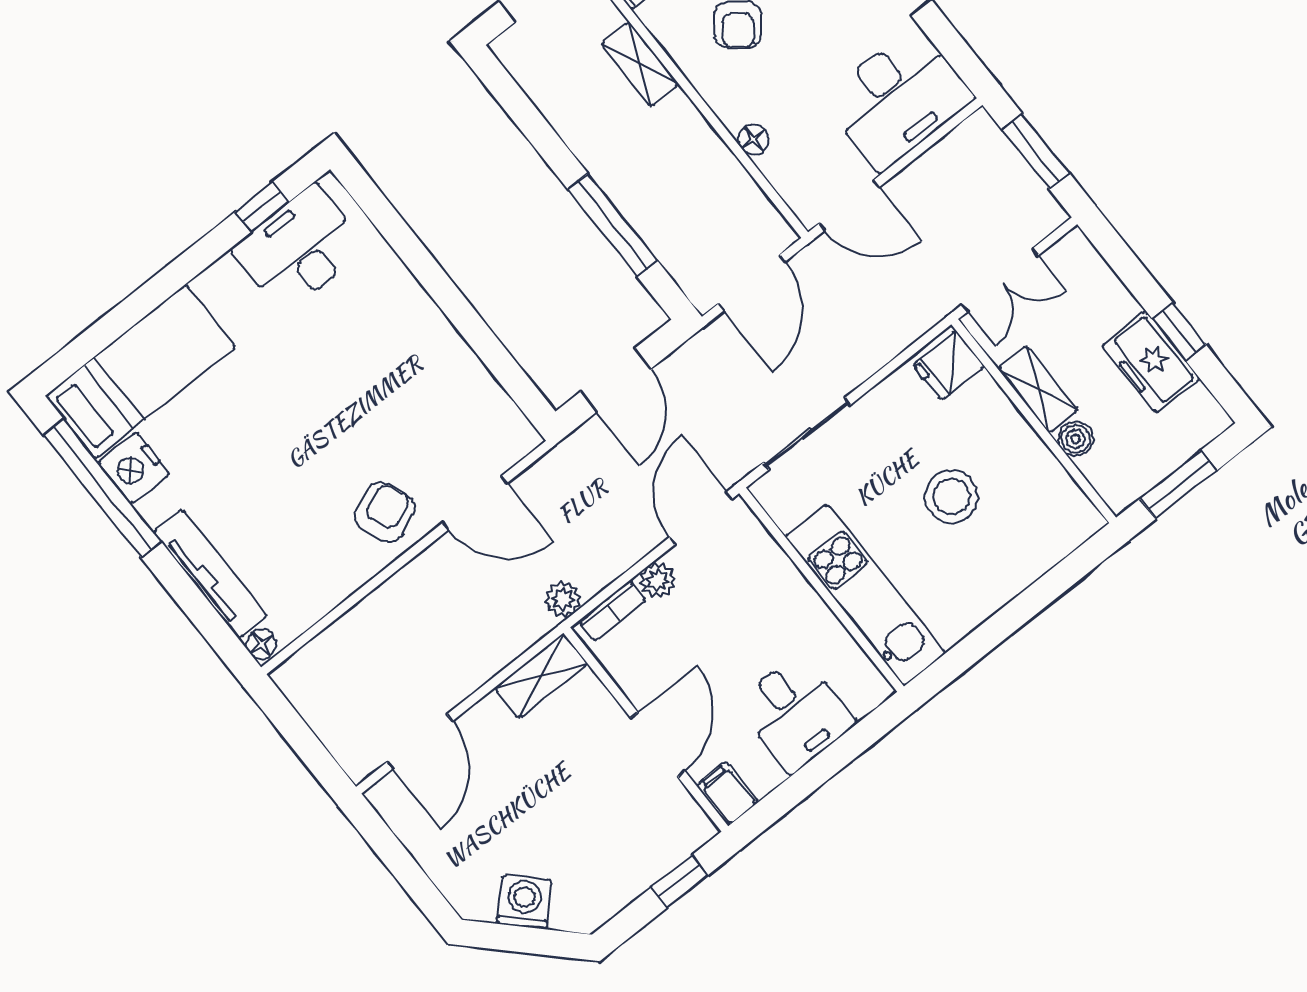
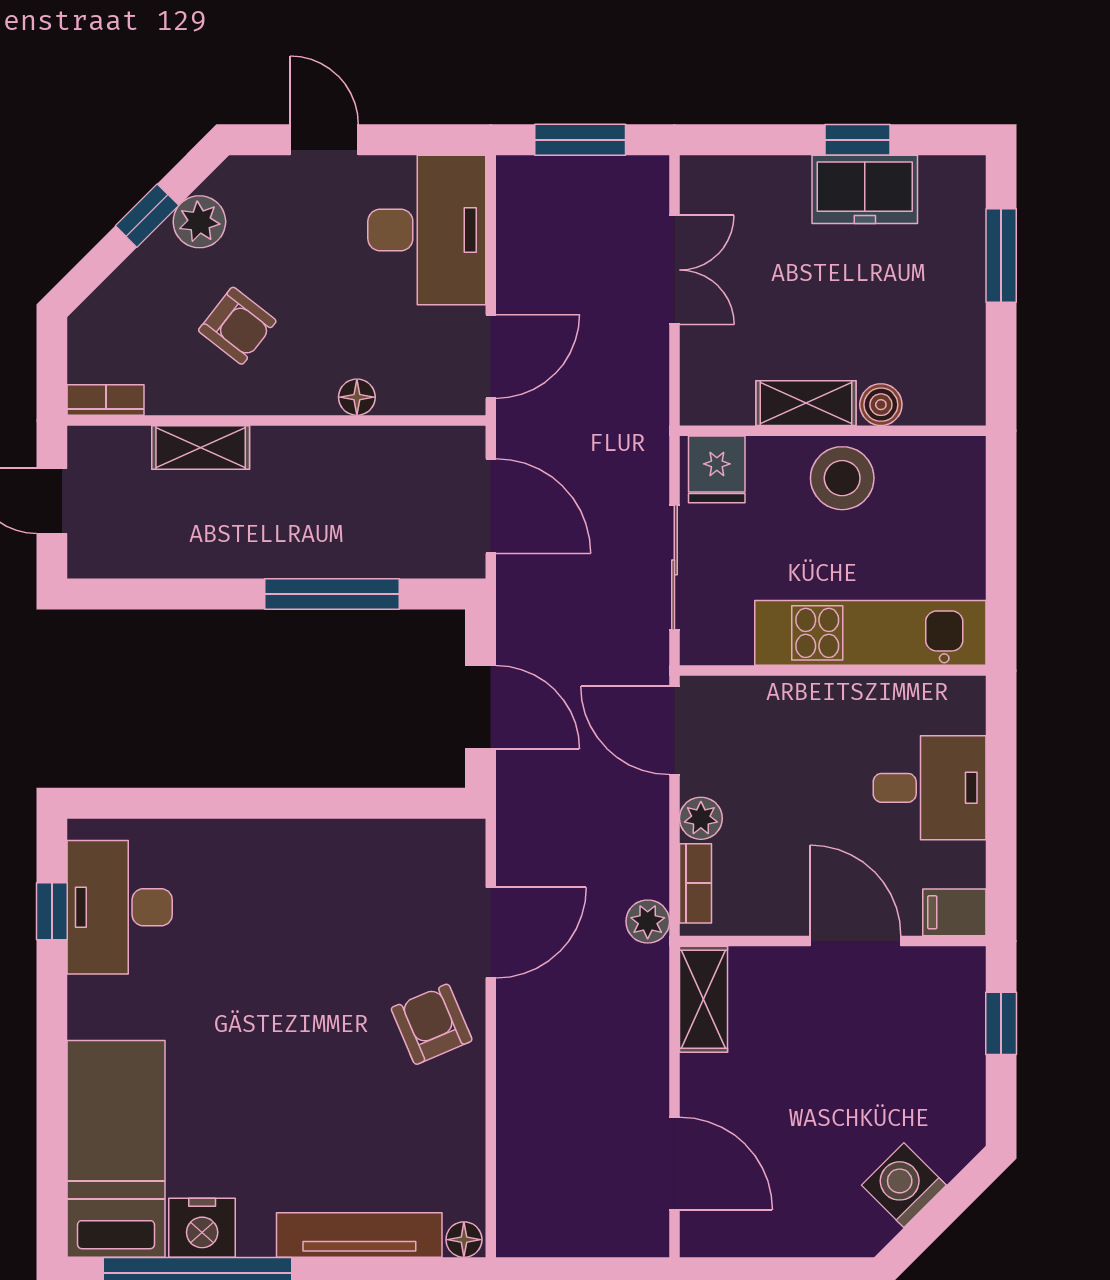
fridge: (949, 366) -> (717, 469), moved
shelving: (1038, 389) -> (806, 403), moved
wall: (1034, 421) -> (833, 431), moved
boiler: (1076, 439) -> (881, 405), moved

